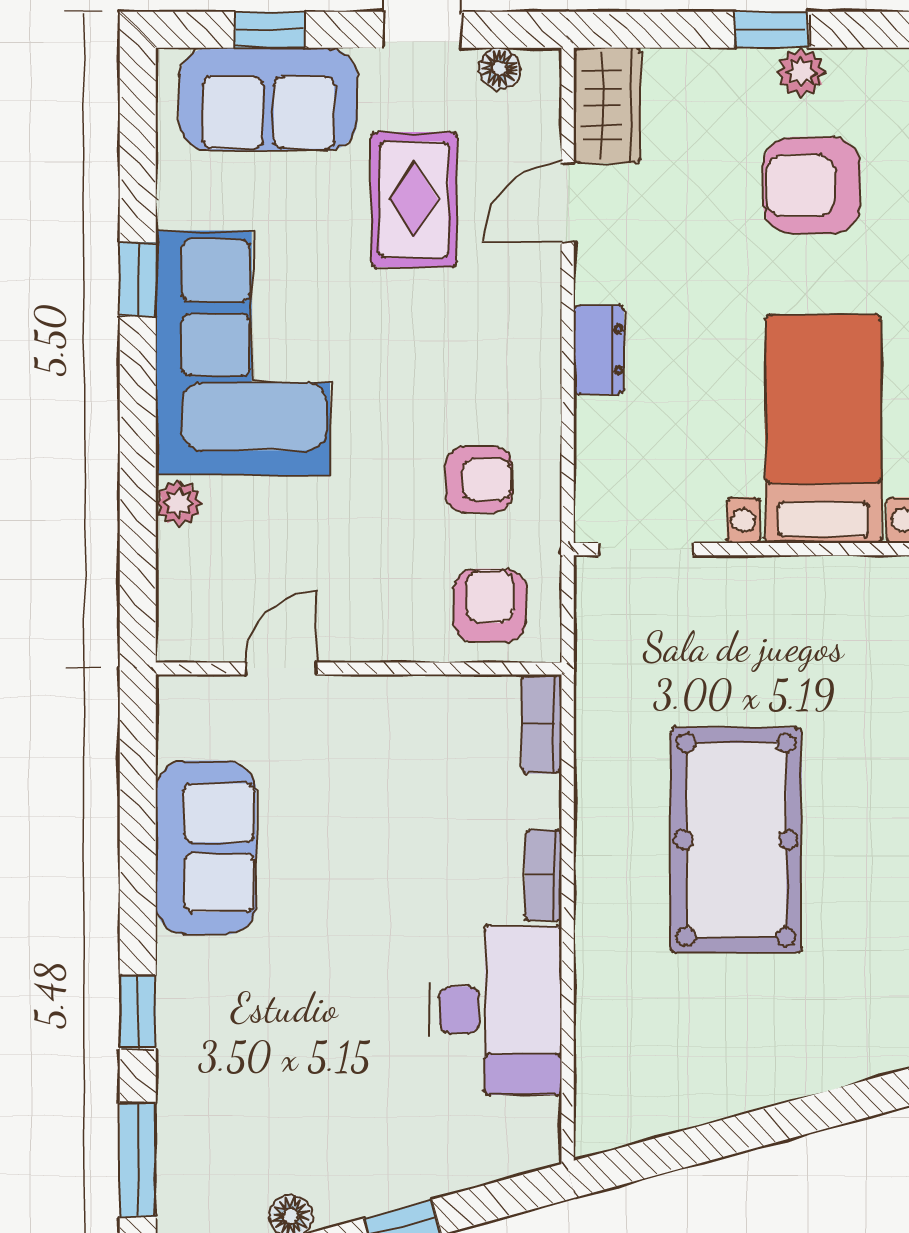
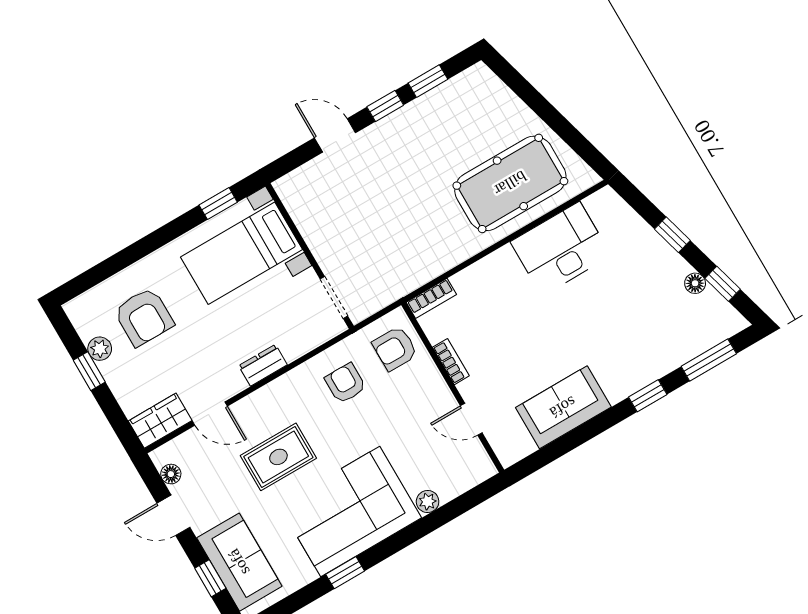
rug: (414, 200) -> (278, 457), moved
pool table: (736, 840) -> (510, 183), moved
bookcase: (543, 875) -> (451, 362), moved, turned -90

